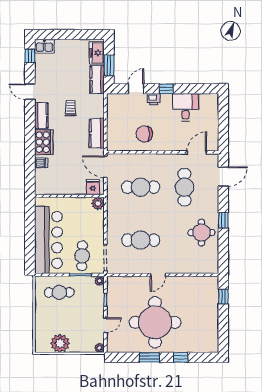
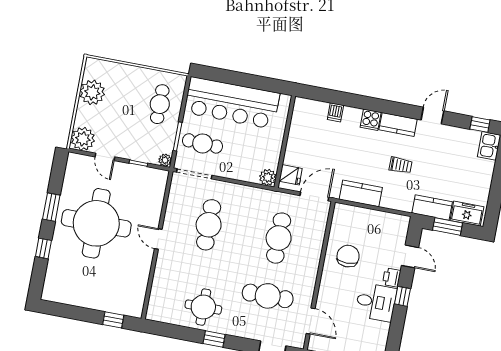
desk: (186, 107) -> (376, 302), moved
cooker: (44, 142) -> (371, 120), width x0.53, depth x0.76
plant: (99, 348) -> (83, 139), width x1.88, depth x1.88

